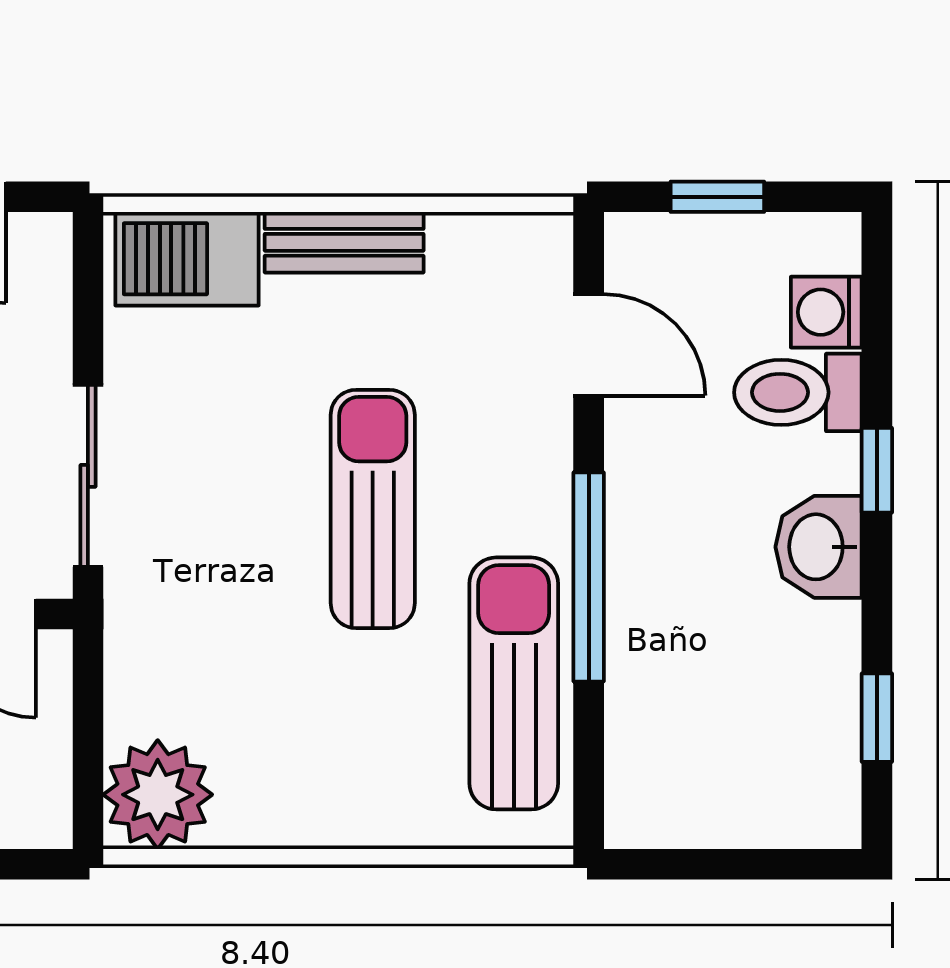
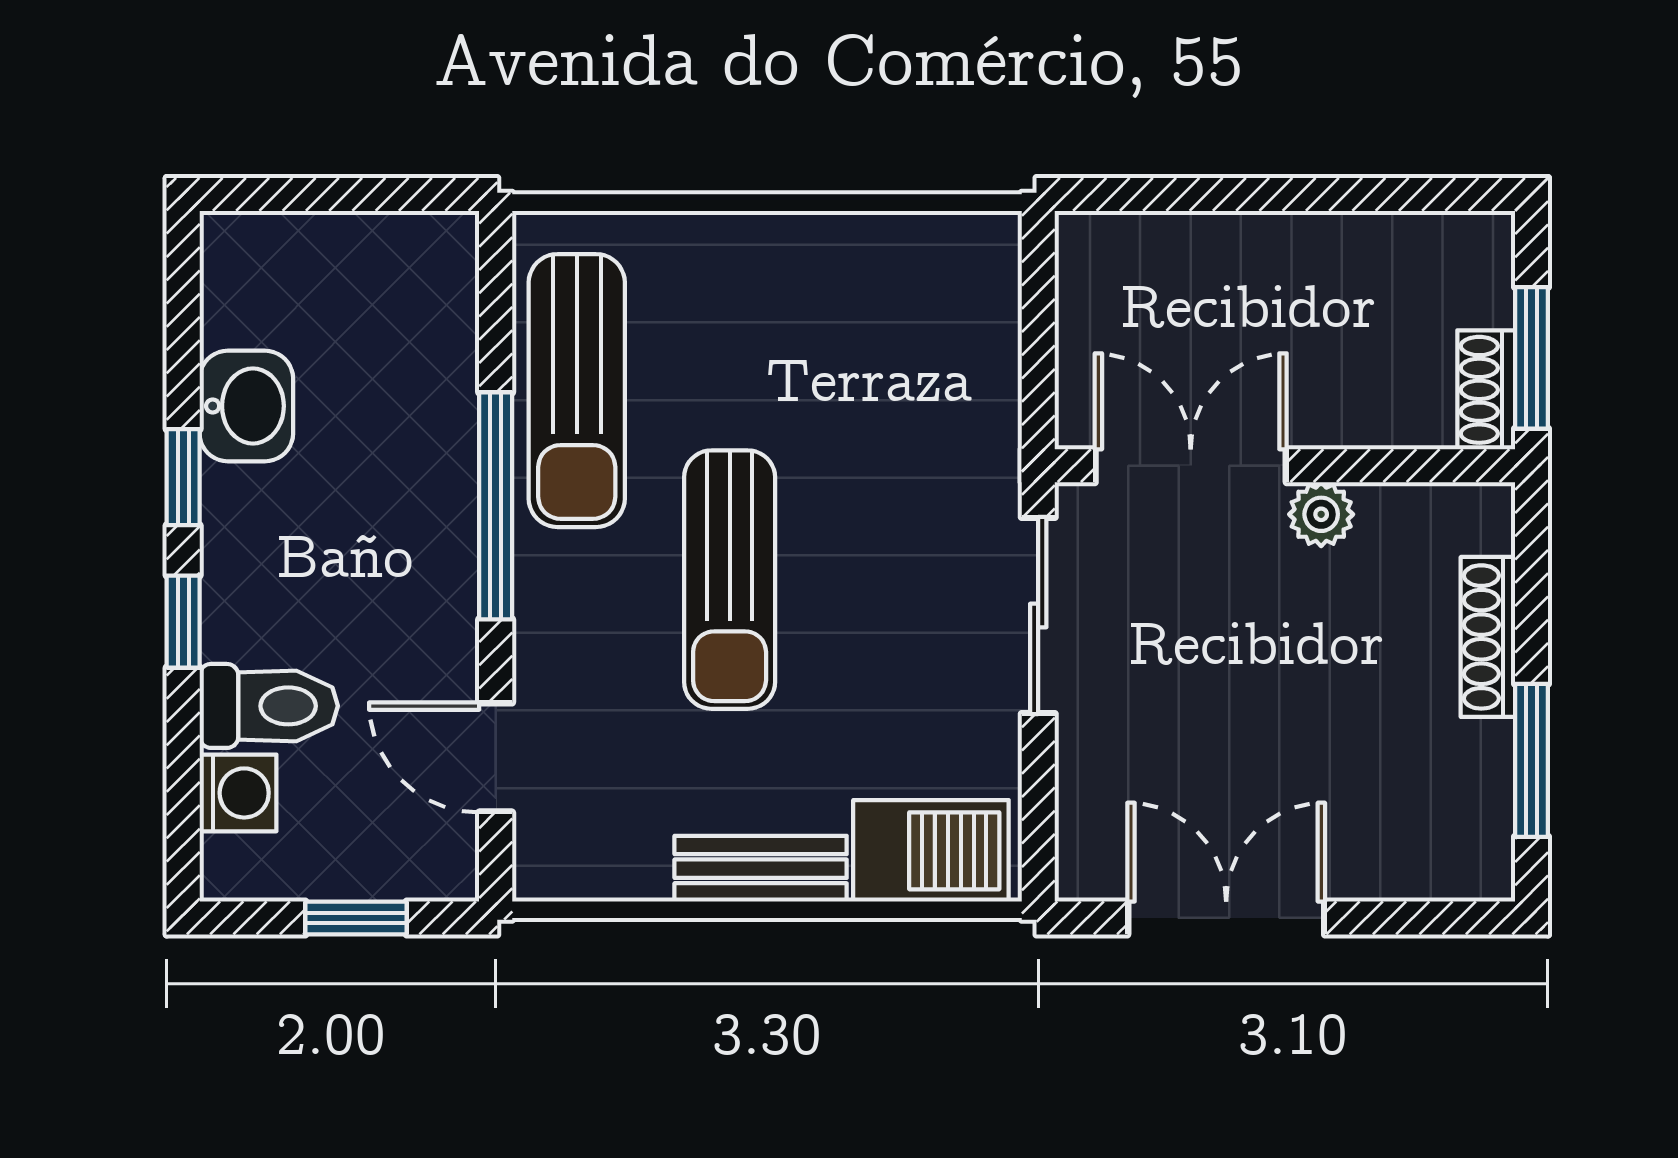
washbasin: (819, 547) -> (246, 406), moved
window: (877, 718) -> (183, 477), moved
plant: (158, 795) -> (963, 270), removed

